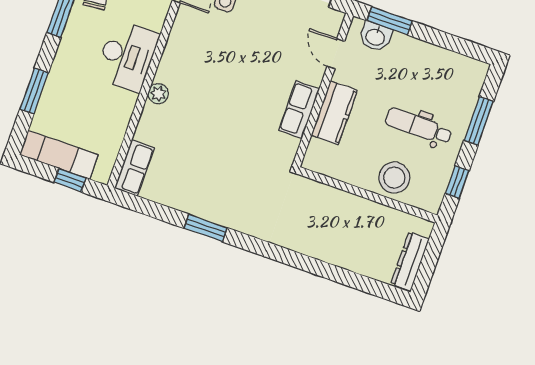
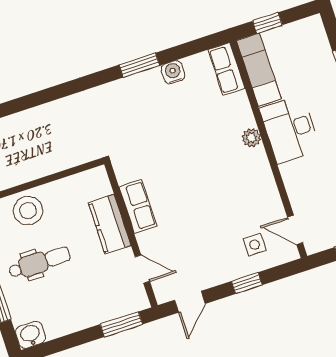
washbasin: (376, 37) -> (31, 335), moved
desk: (127, 56) -> (290, 129), moved
exam couch: (59, 155) -> (259, 70), moved, turned -90
water cooler: (182, 200) -> (173, 72), added

